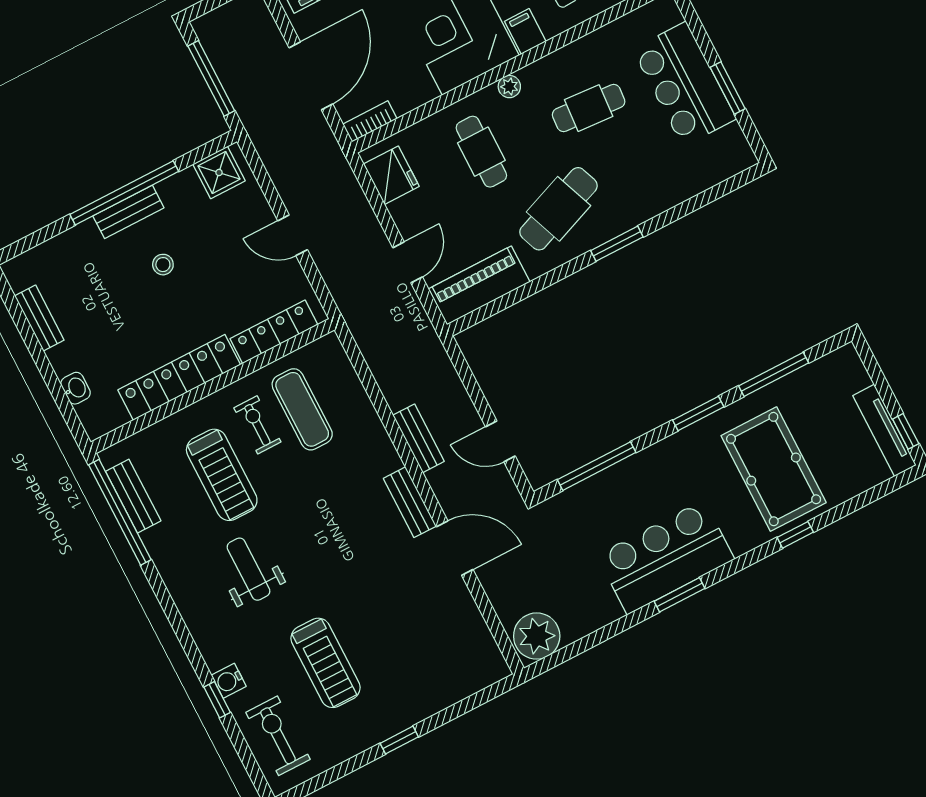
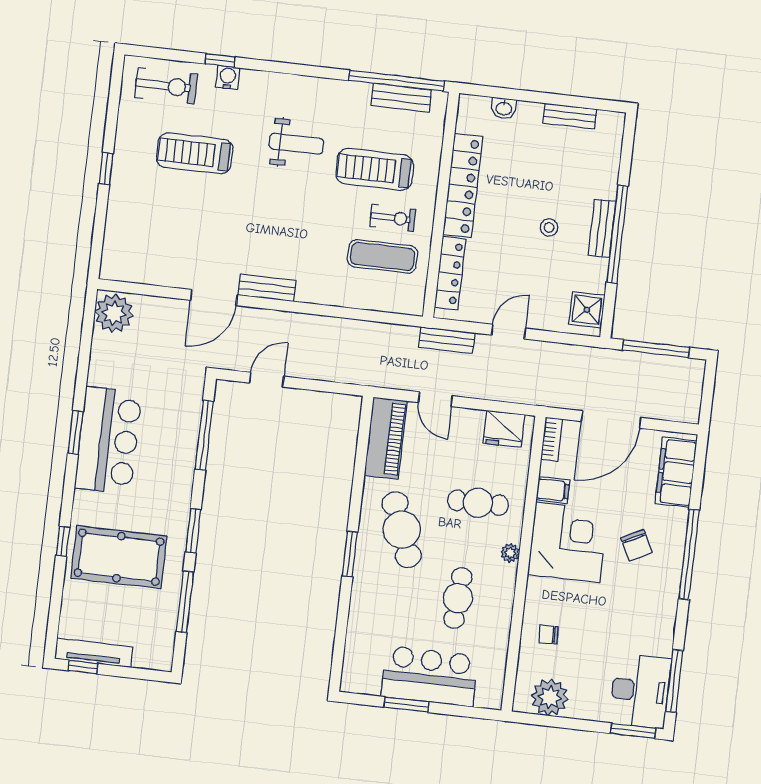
filing cabinet: (525, 31) -> (553, 490), moved
door: (311, 76) -> (611, 419), hinge flipped
bench: (418, 438) -> (447, 340), moved

